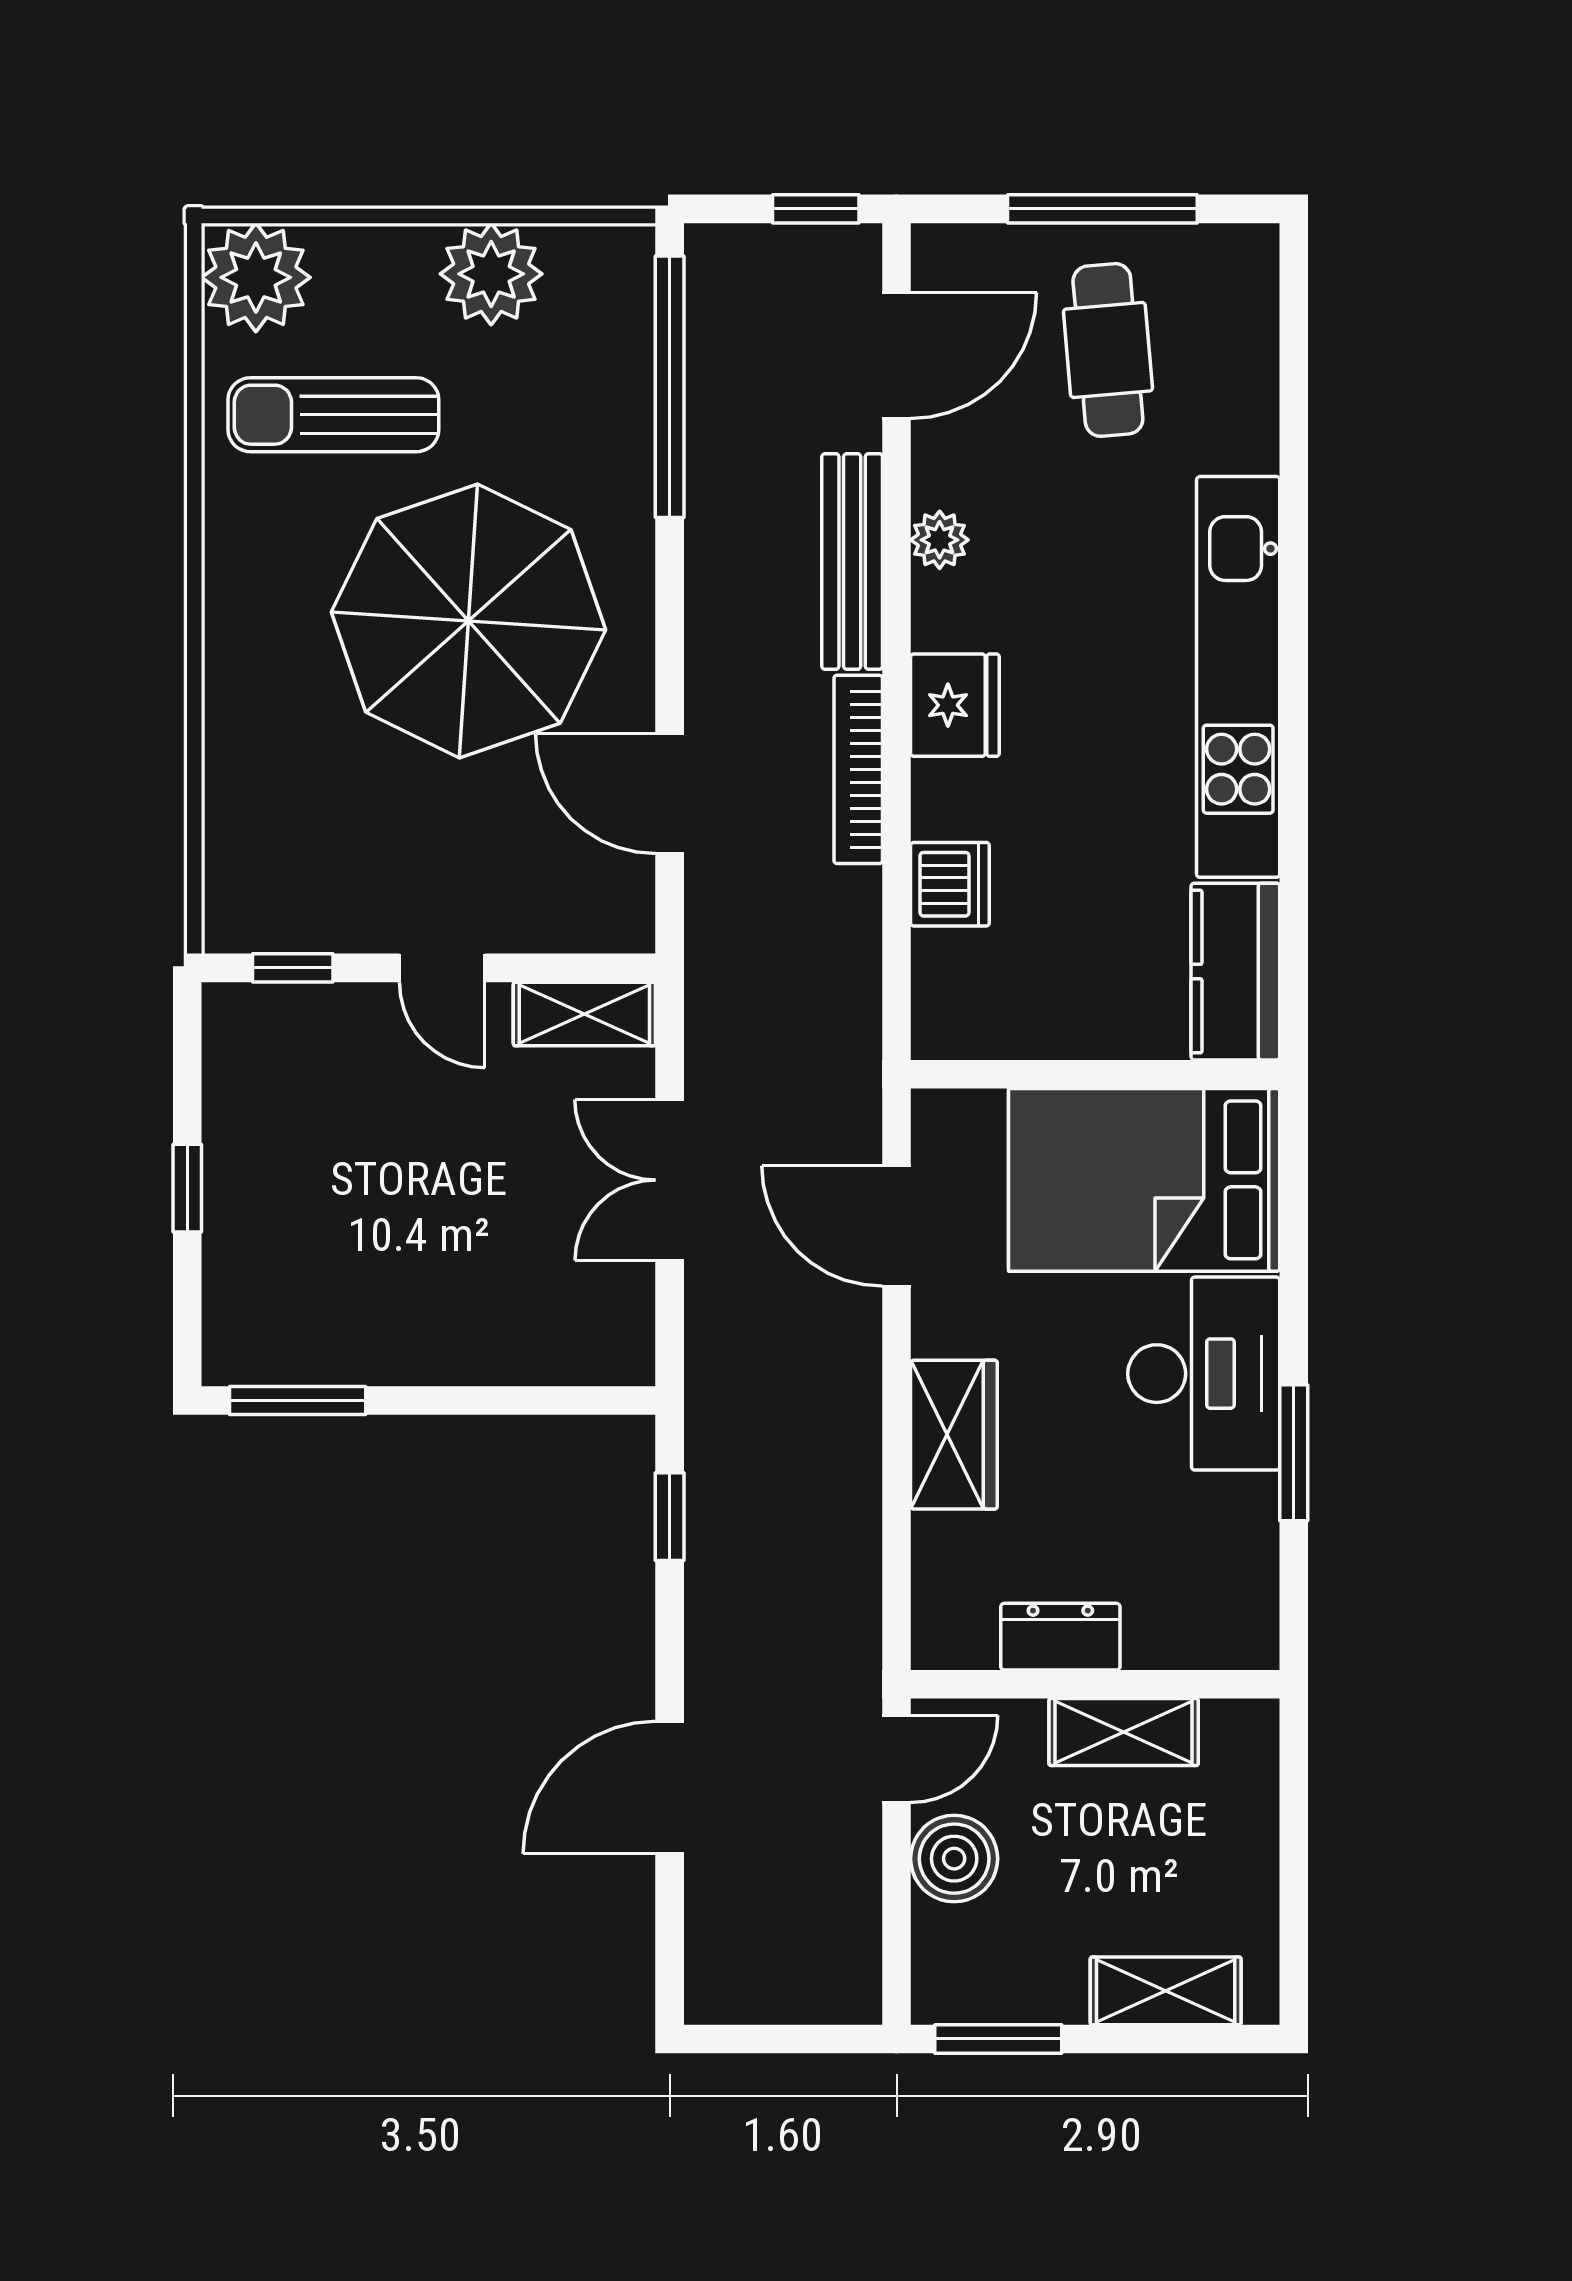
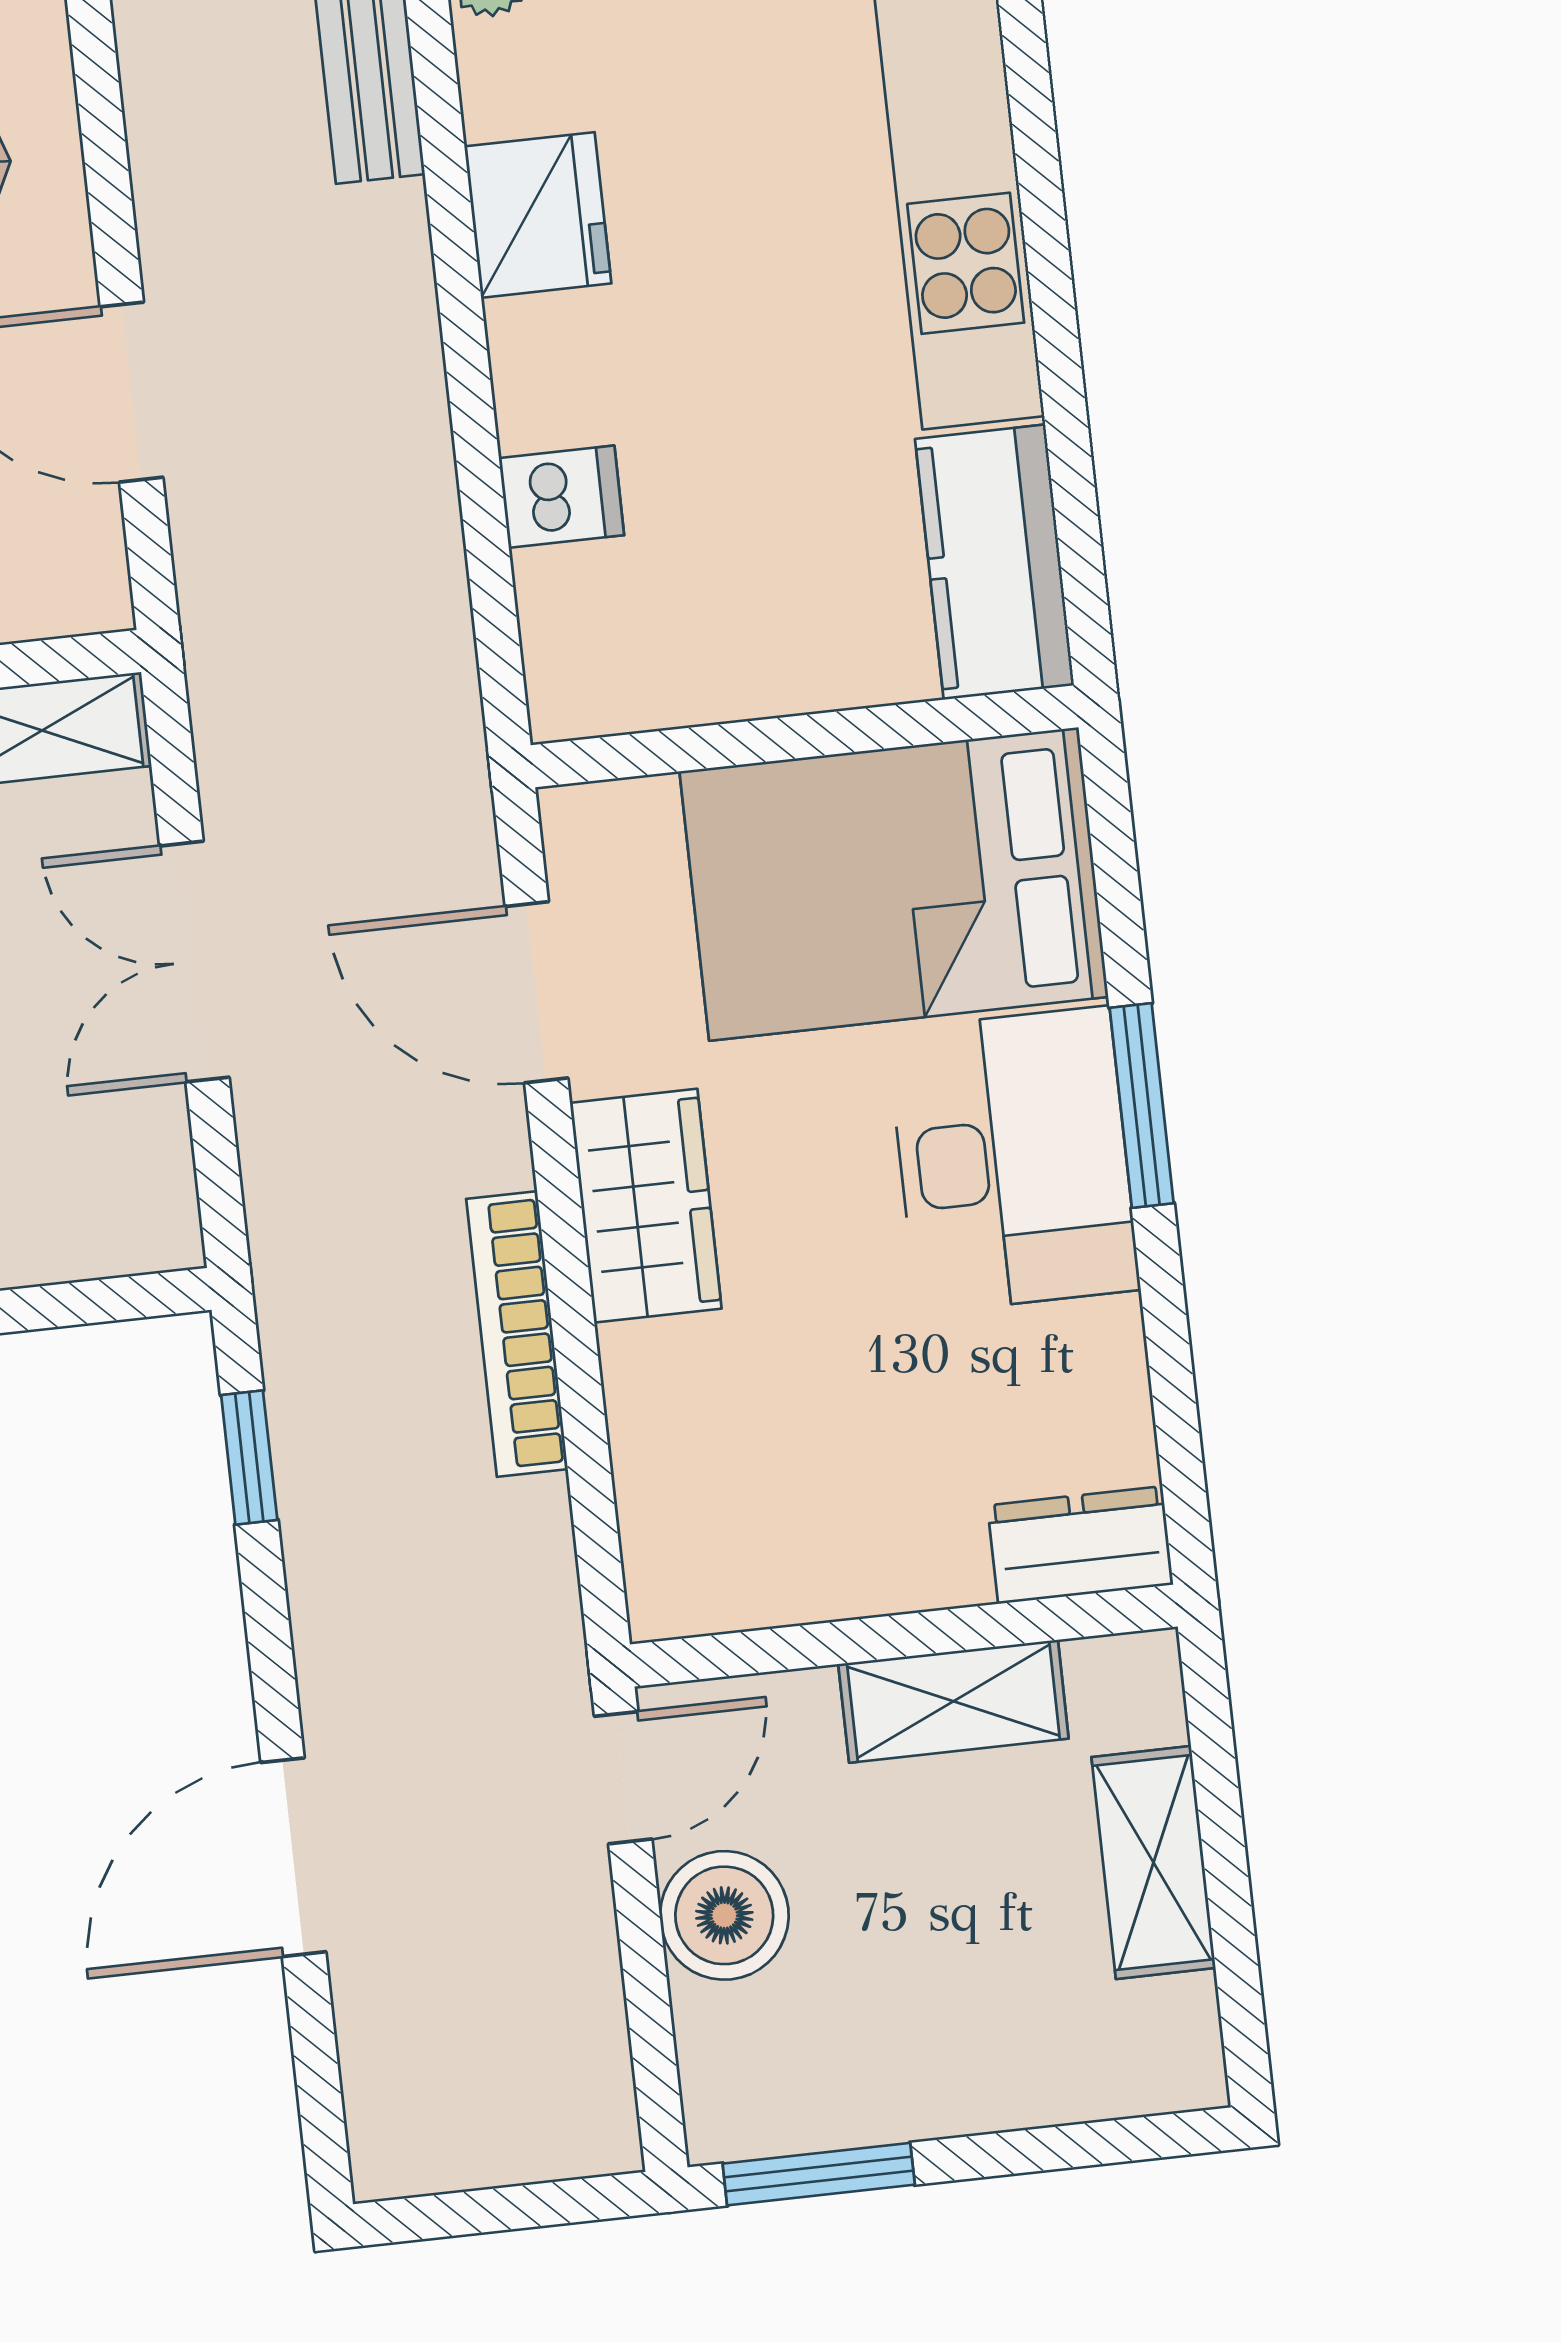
bookcase: (858, 769) -> (517, 1334), moved
dishwasher: (950, 884) -> (561, 497), width x0.73
wardrobe: (954, 1435) -> (646, 1206), moved
window: (1294, 1453) -> (1142, 1105), moved
dresser: (1060, 1637) -> (1080, 1545), moved
shelving: (1166, 1991) -> (1154, 1862), moved, turned 90

